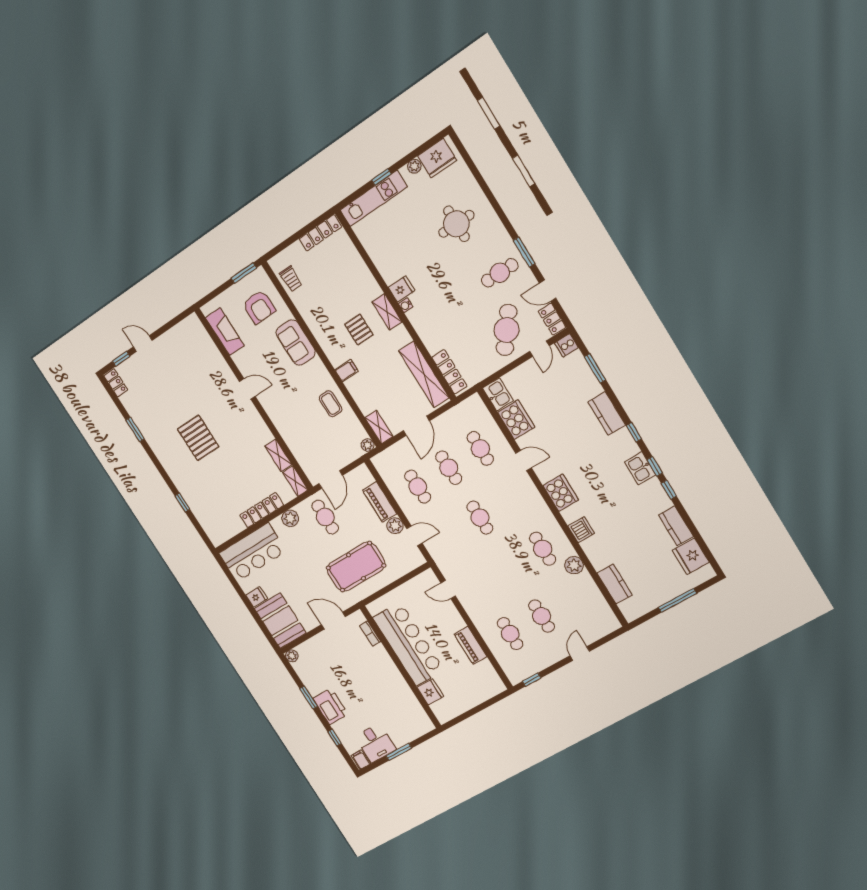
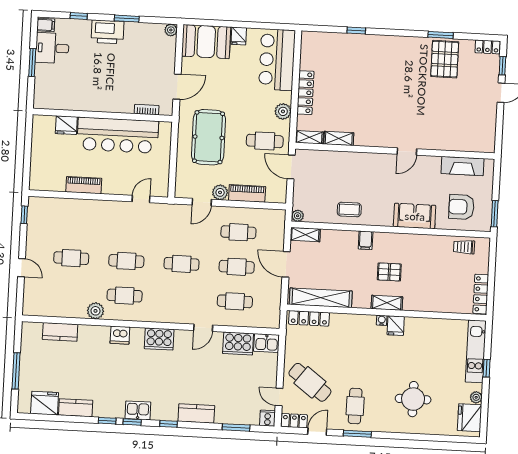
pallet: (198, 438) -> (445, 59), moved, turned 90
cafe table: (510, 634) -> (126, 261), moved

